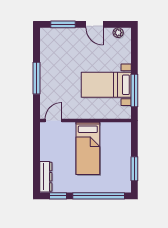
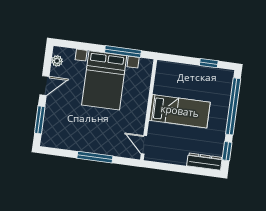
bed with nightstands: (106, 85) -> (104, 80), width x1.36
window: (134, 169) -> (209, 63), width x0.67

